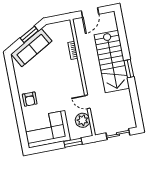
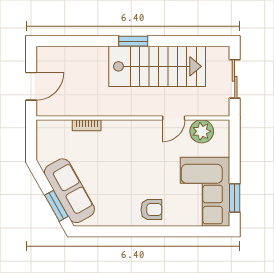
door: (90, 12) -> (31, 86), hinge flipped
window: (29, 34) -> (56, 206), moved
stairs: (112, 62) -> (157, 66), moved
window: (73, 143) -> (235, 198), moved

